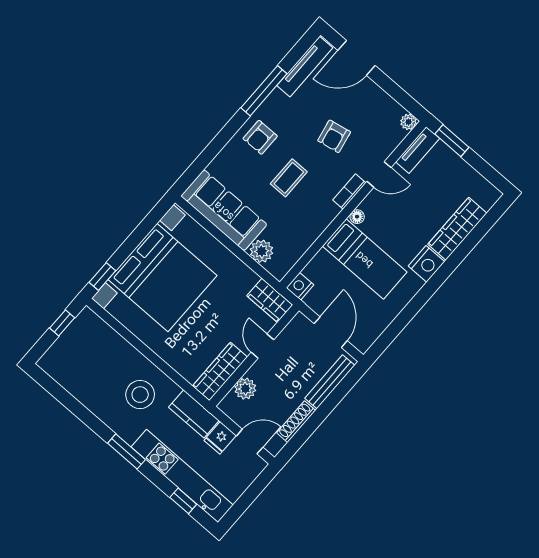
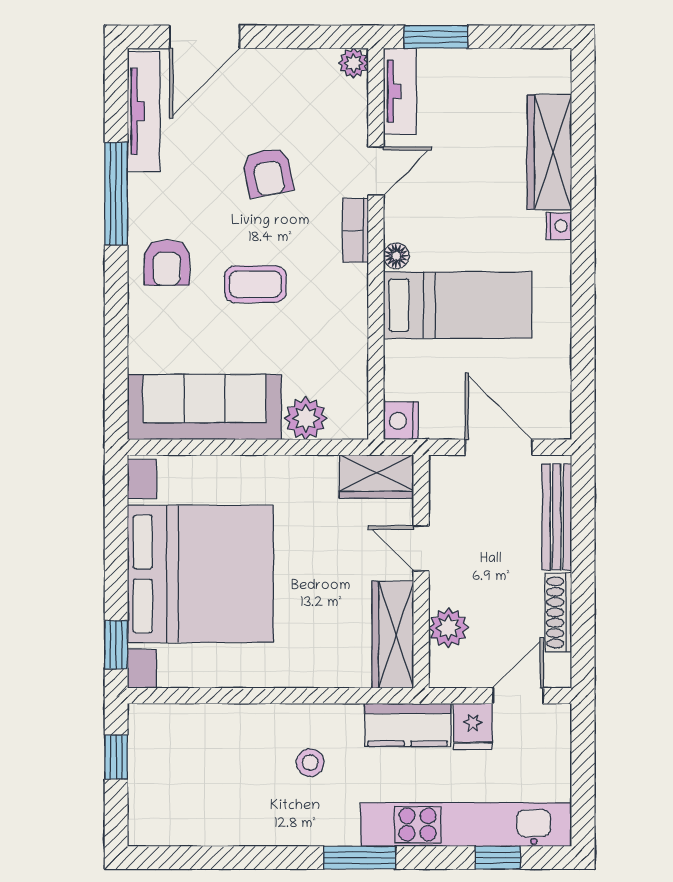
coffee table: (289, 178) -> (255, 284), turned 90
nightstand: (426, 264) -> (559, 226), width x0.53, depth x0.56
stool: (140, 395) -> (310, 763), width x0.53, depth x0.53

